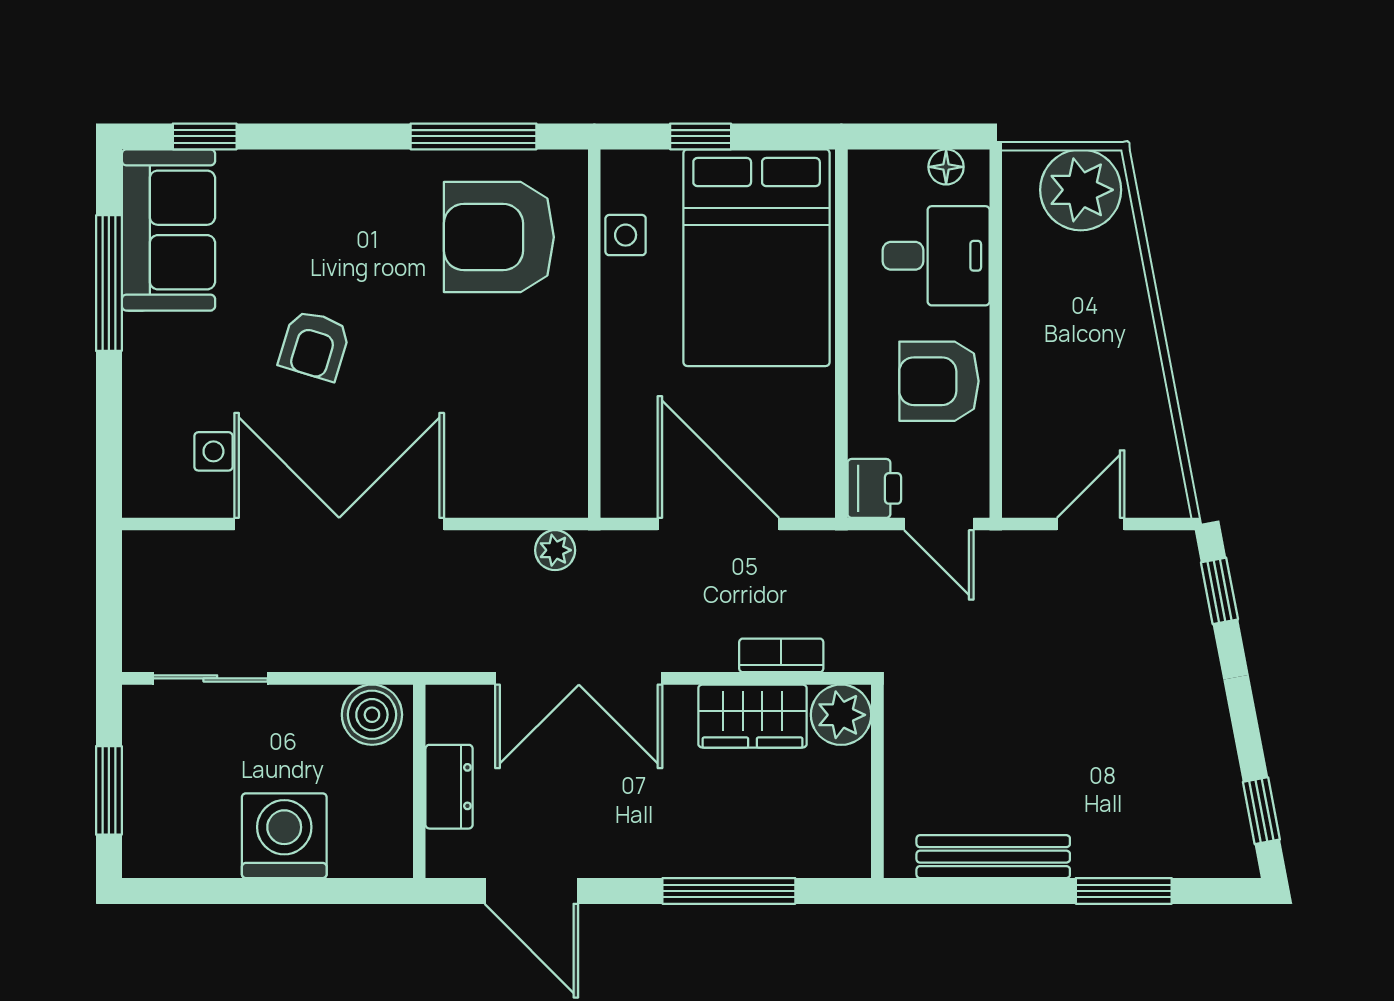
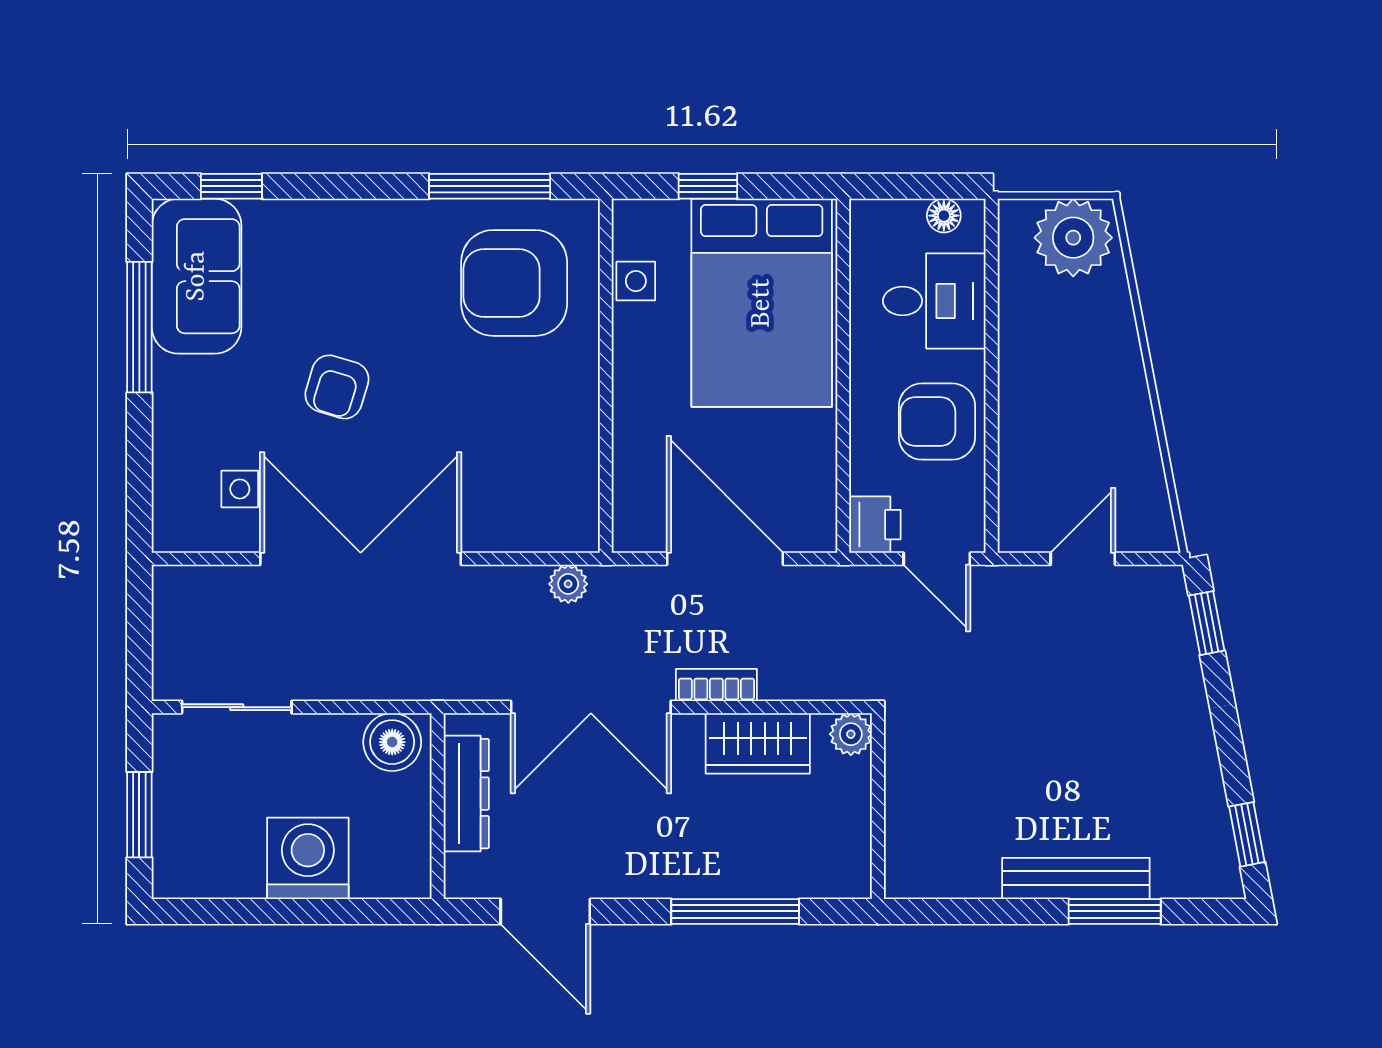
bookcase: (781, 655) -> (716, 685), moved
plant: (841, 715) -> (851, 734), width x0.73, depth x0.73
dresser: (449, 787) -> (466, 794), width x1.44
bench: (993, 857) -> (1076, 878), moved

